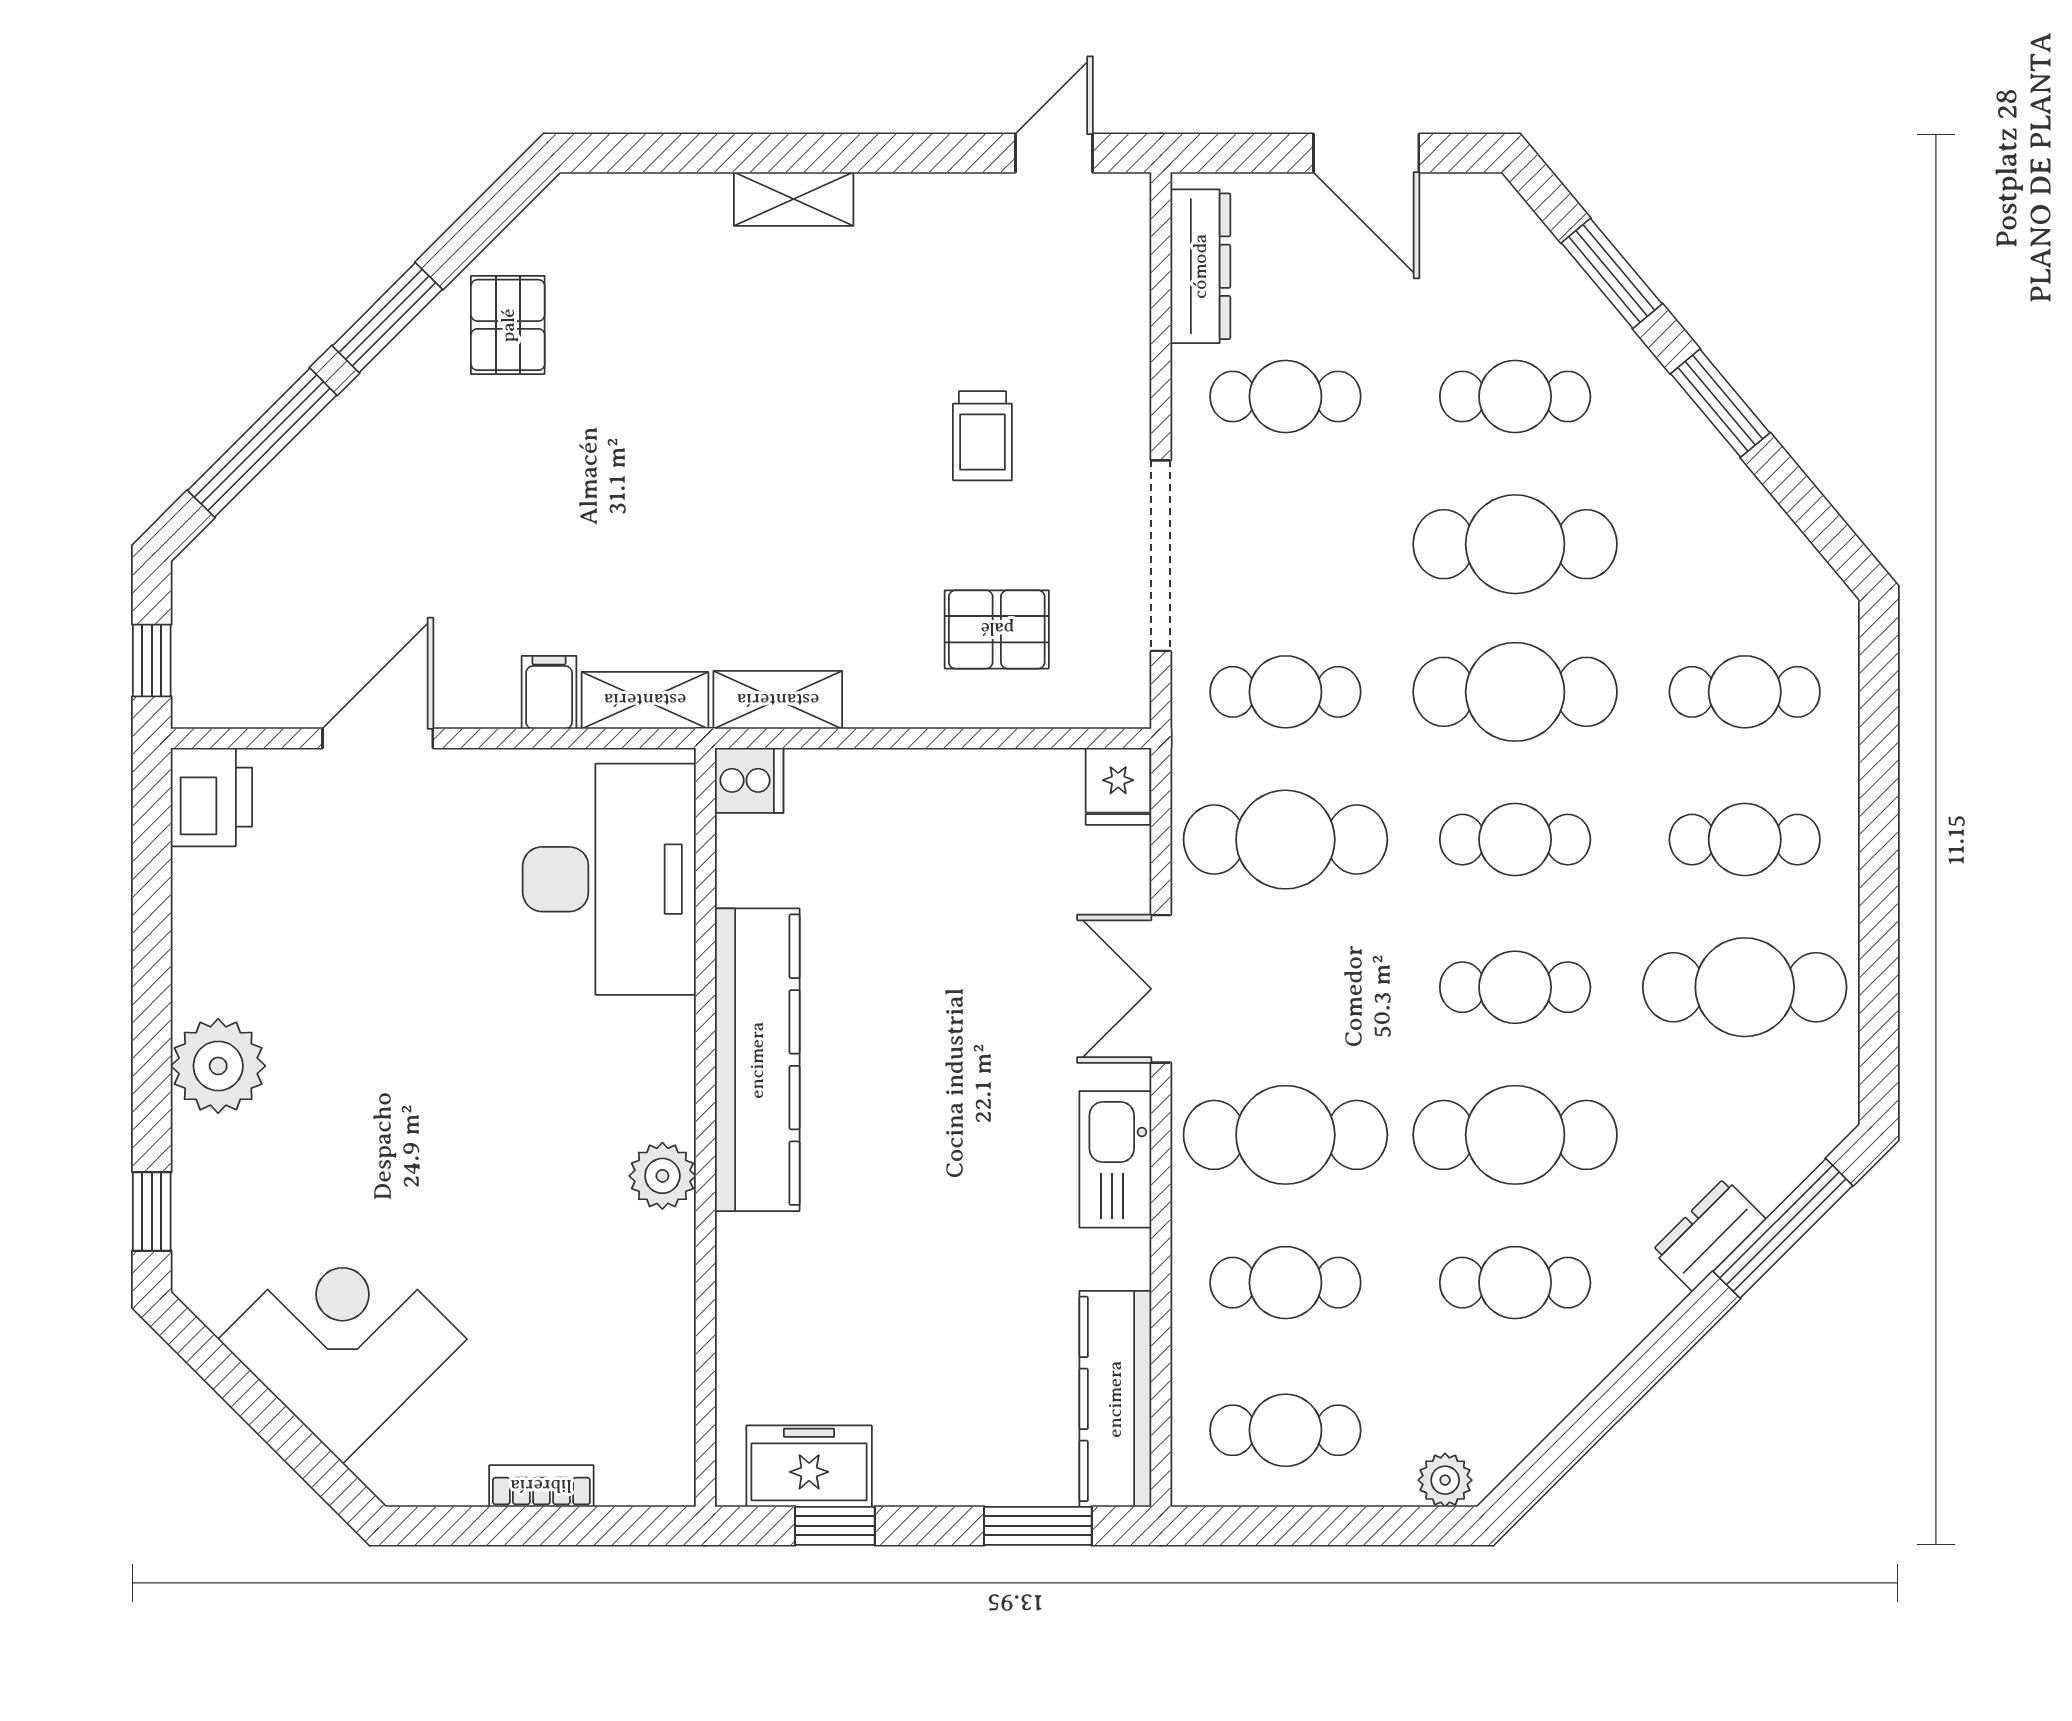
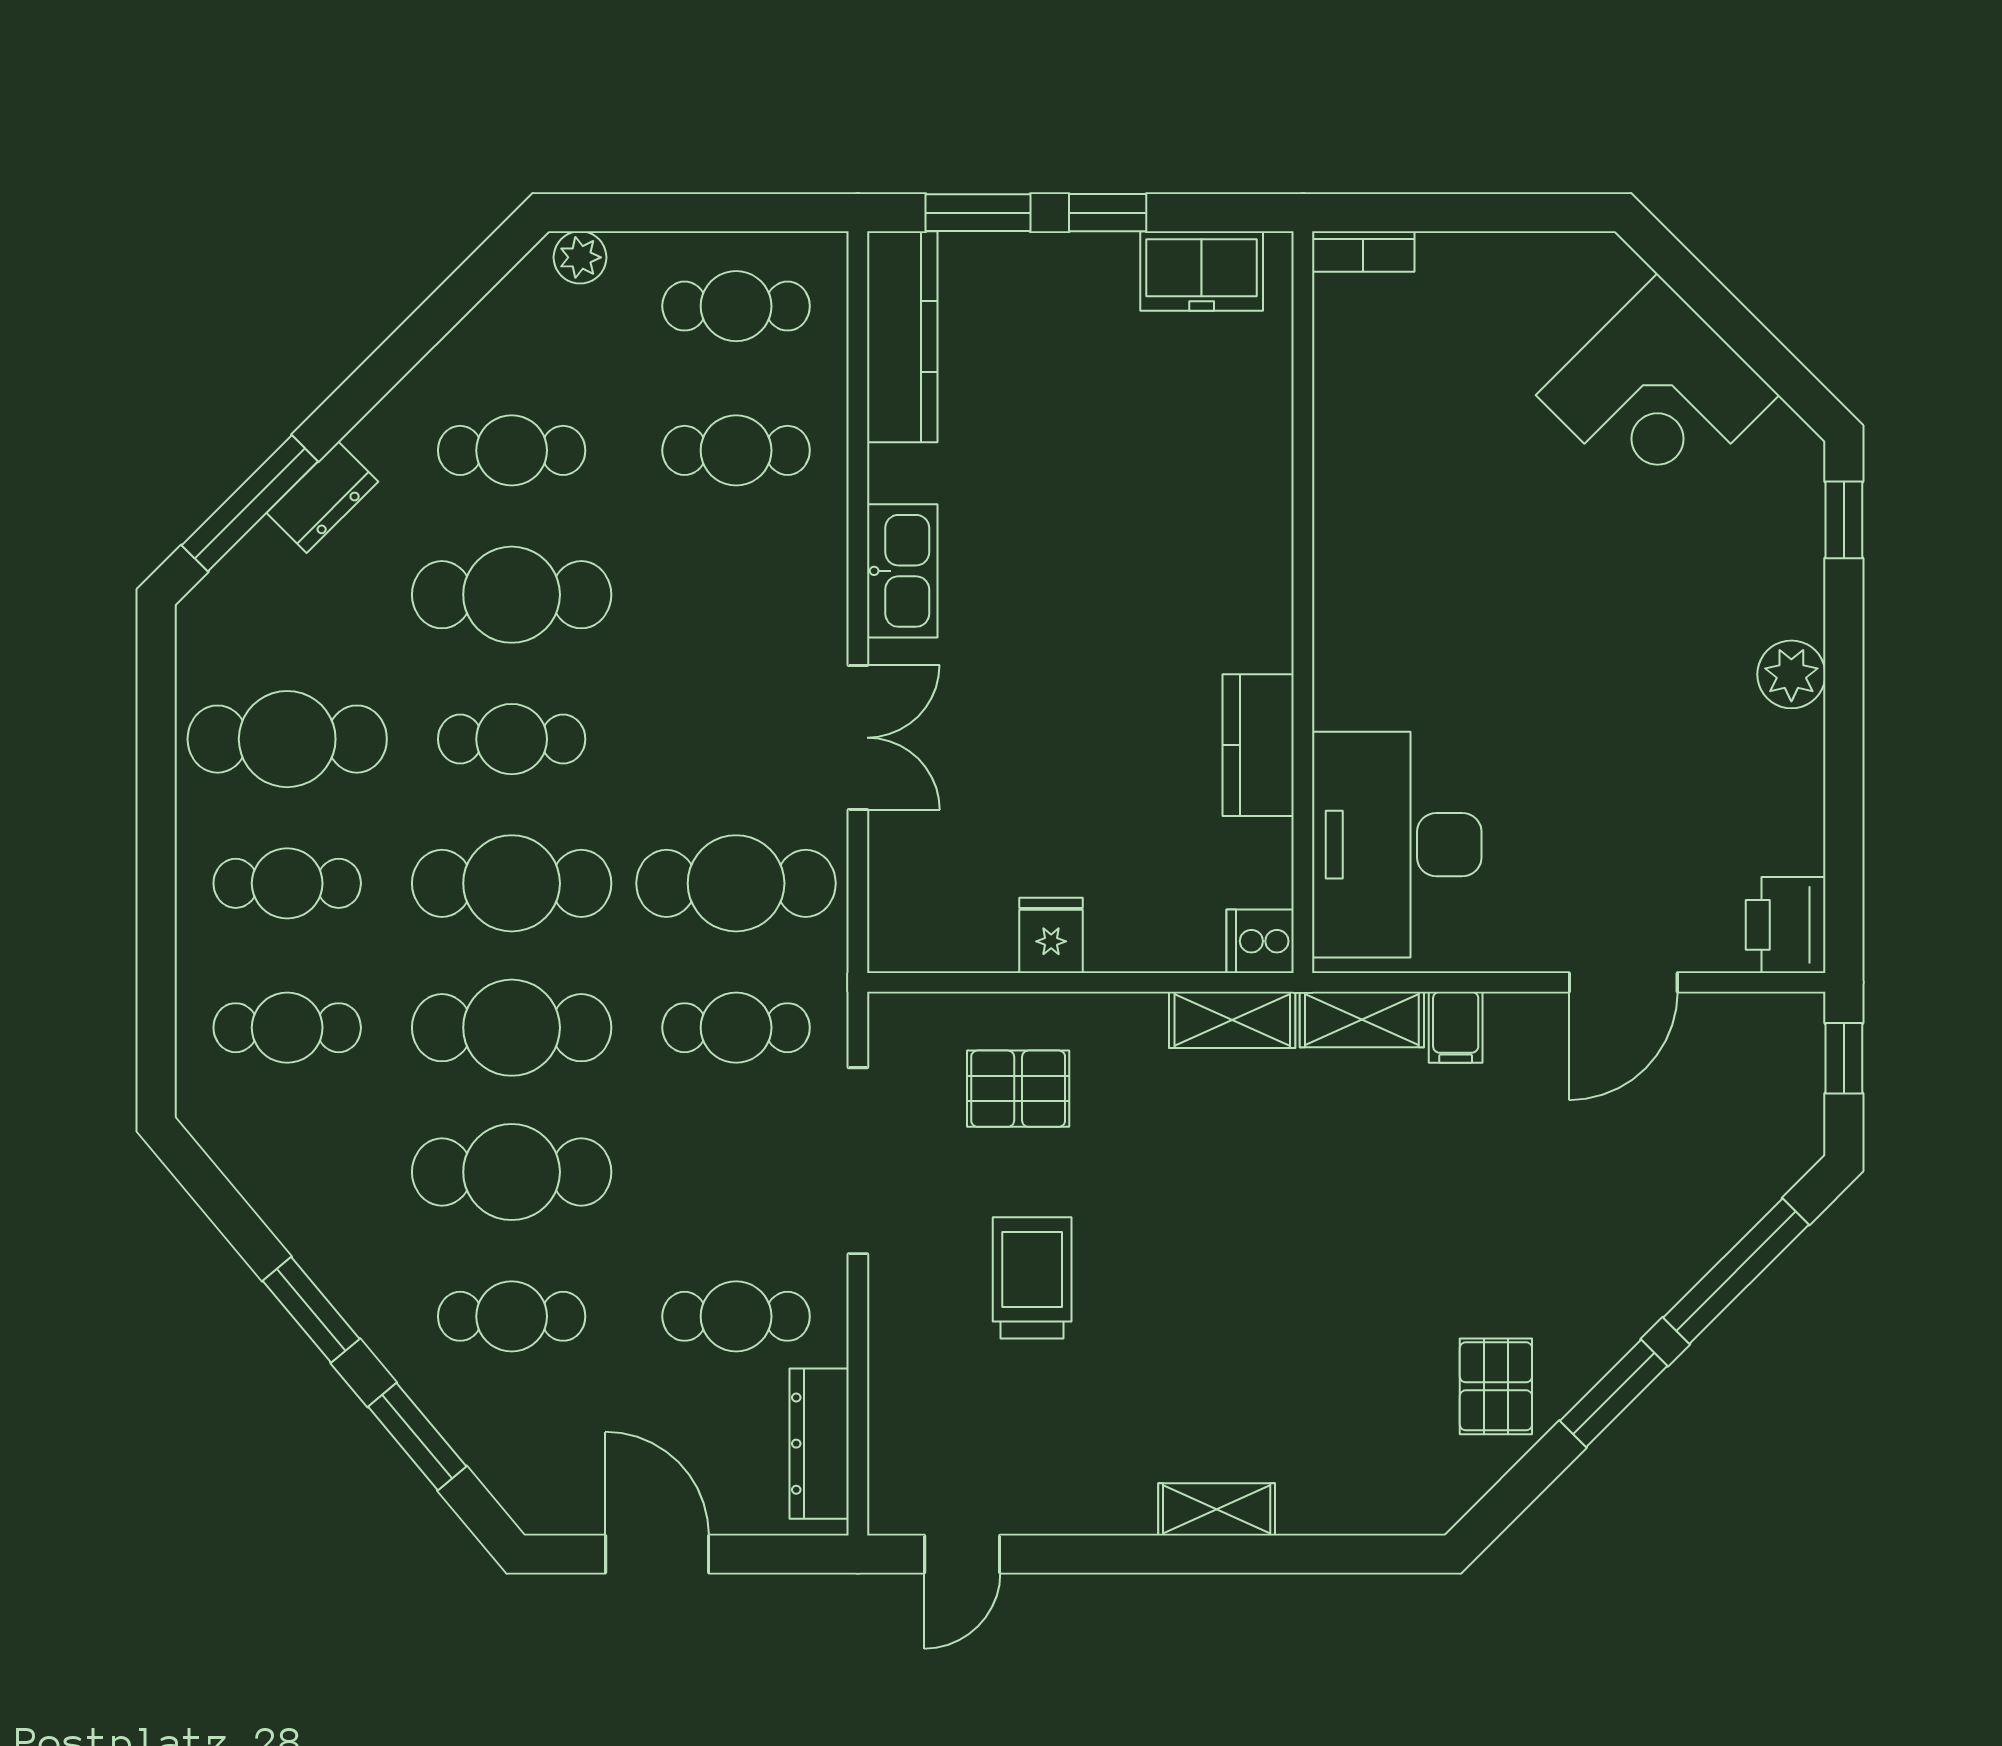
trolley: (982, 436) -> (1032, 1278), width x1.36, depth x1.39
fridge: (1118, 786) -> (1051, 935), moved
cafe table: (1515, 840) -> (512, 883), width x1.37, depth x1.35
kitchen counter: (757, 1060) -> (1258, 745), width x0.48, depth x0.86
plant: (218, 1066) -> (1791, 674), width x0.73, depth x0.73
cafe table: (1285, 1135) -> (736, 595), removed
plant: (662, 1176) -> (1345, 555), removed
bookcase: (541, 1486) -> (1363, 252), moved
window: (835, 1526) -> (1108, 213), moved

